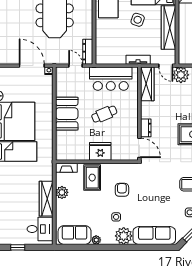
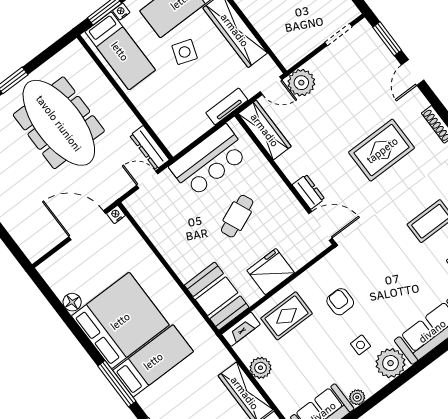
booth: (67, 114) -> (217, 296), moved
rug: (92, 178) -> (287, 316), turned 90

